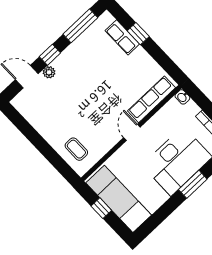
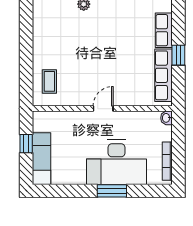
window: (138, 34) -> (178, 55), moved
row of seats: (151, 99) -> (164, 75), moved, turned -90
exam couch: (119, 199) -> (41, 159), width x0.73, depth x0.69

